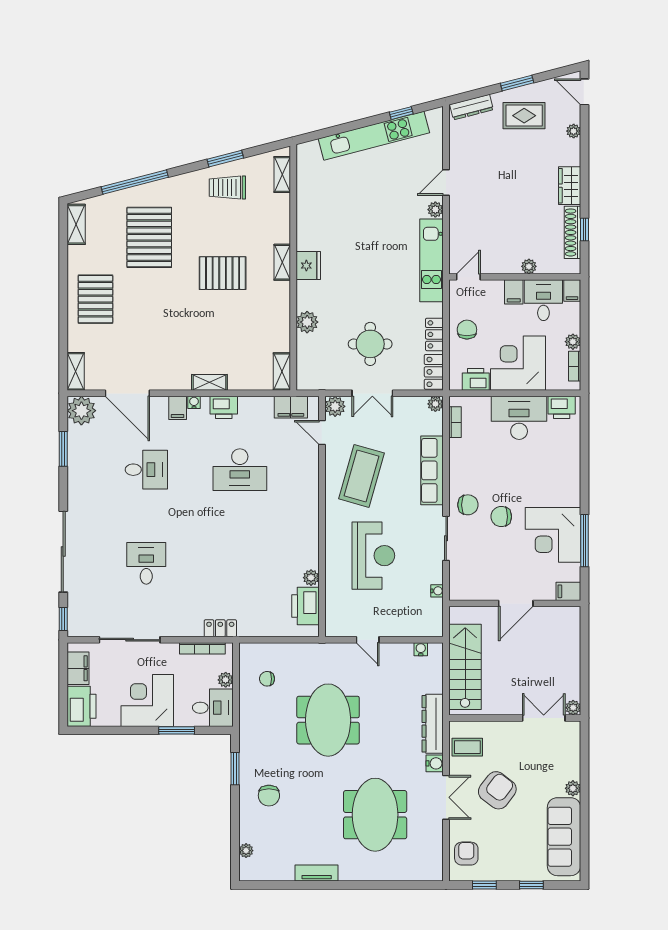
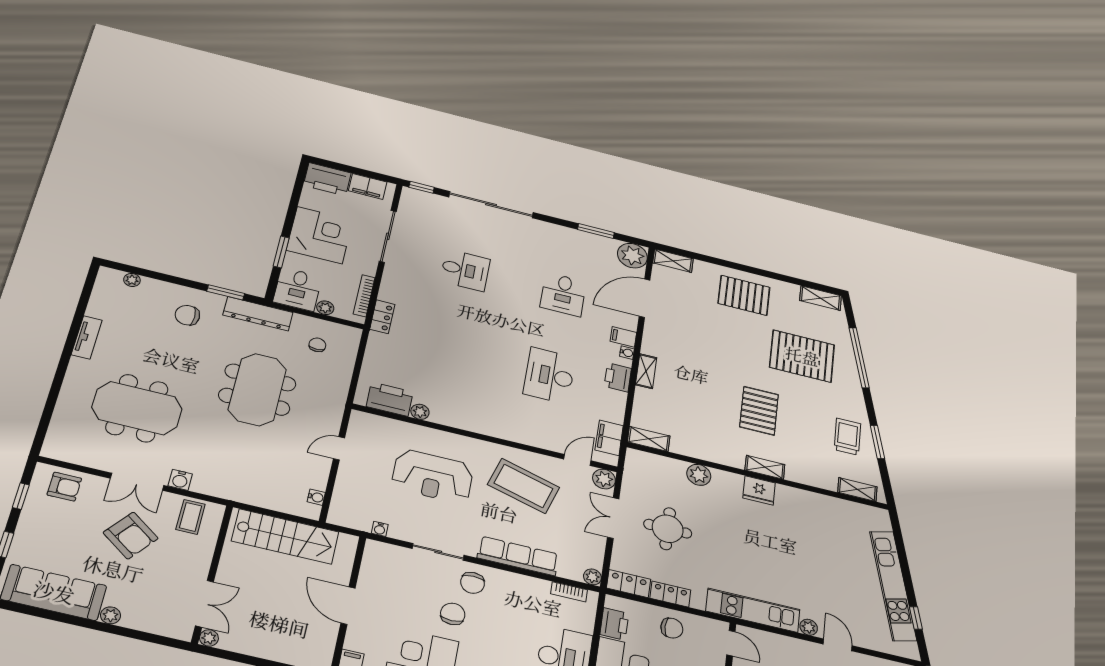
meeting table: (328, 720) -> (257, 390), turned 90
dresser: (433, 724) -> (258, 314), moved, turned 180

